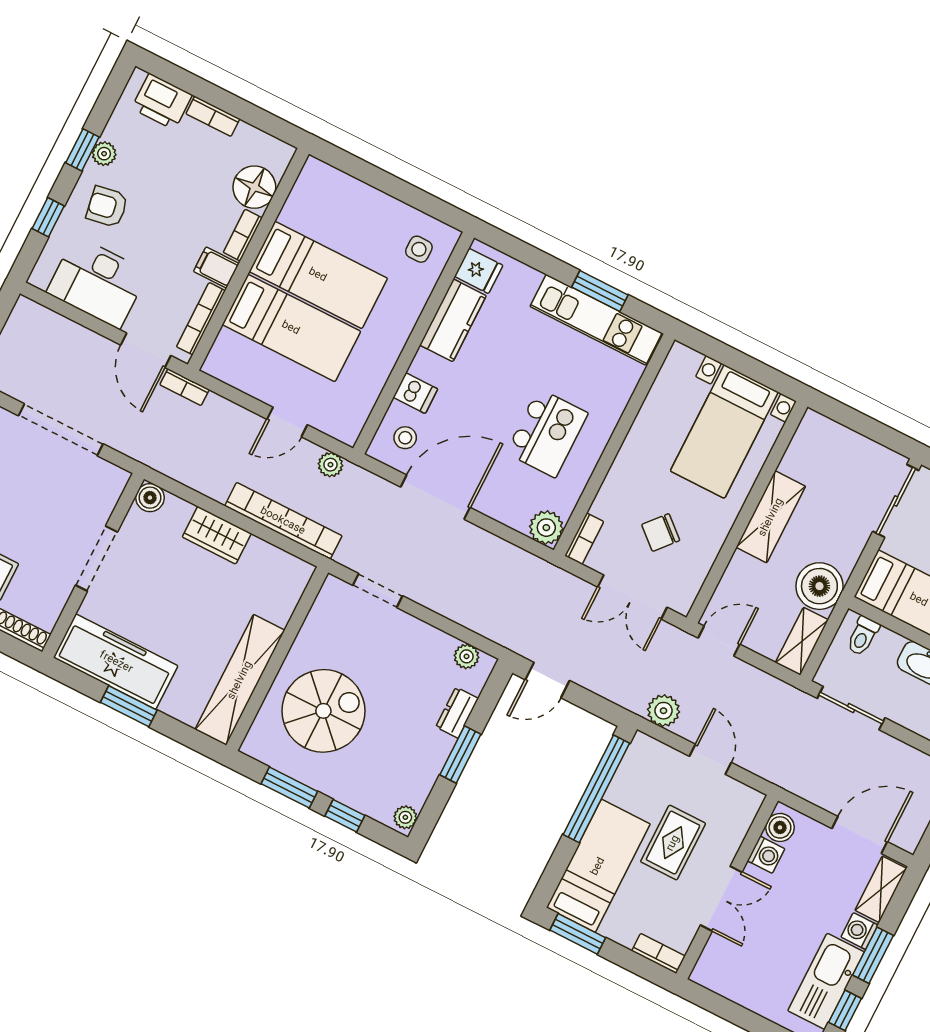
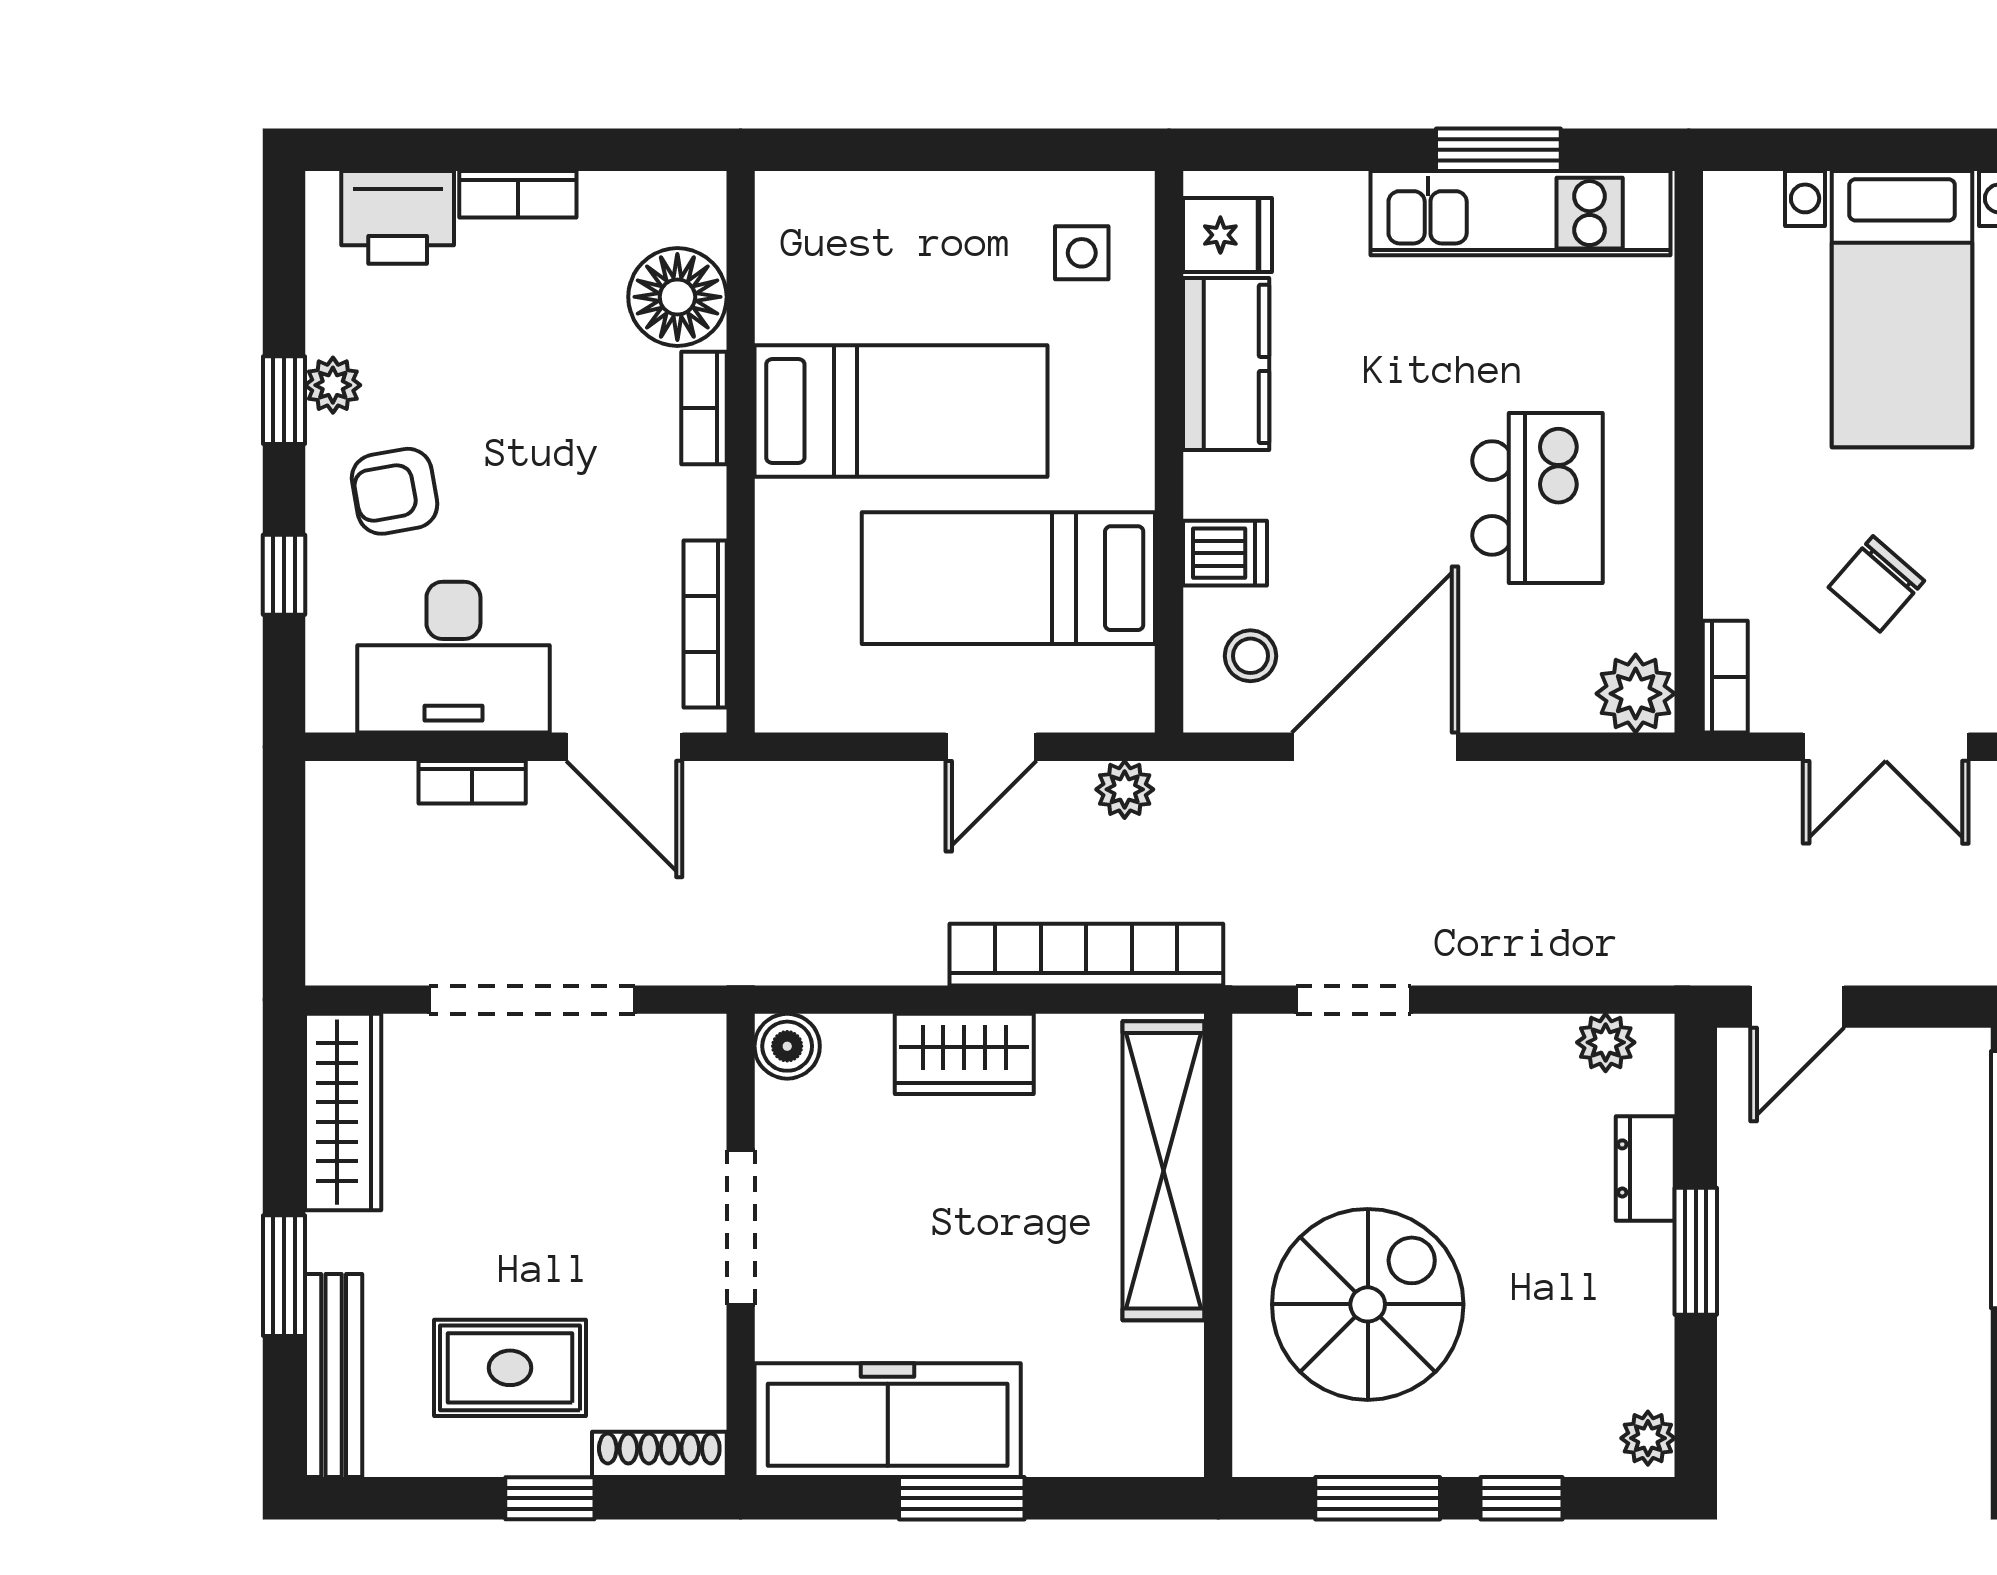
filing cabinet: (216, 268) -> (683, 502), removed
bed: (291, 328) -> (1008, 578), moved, turned 180
bookcase: (185, 387) -> (472, 782), moved
shelving: (240, 680) -> (1163, 1171), moved

